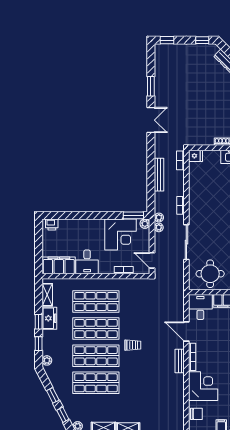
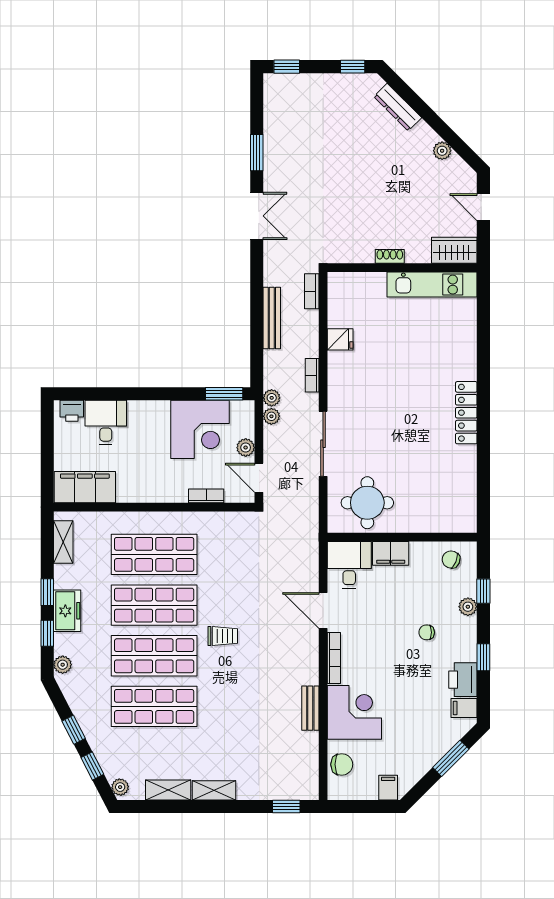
fridge: (196, 156) -> (340, 339), moved
plant: (145, 224) -> (246, 448), moved
desk: (87, 262) -> (106, 423), moved, turned 180
freezer: (49, 318) -> (67, 611), moved
bench: (180, 361) -> (310, 708), moved

